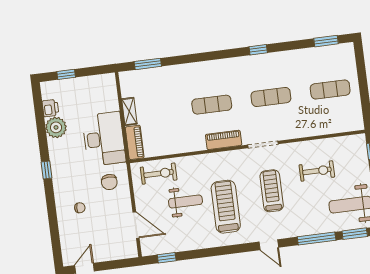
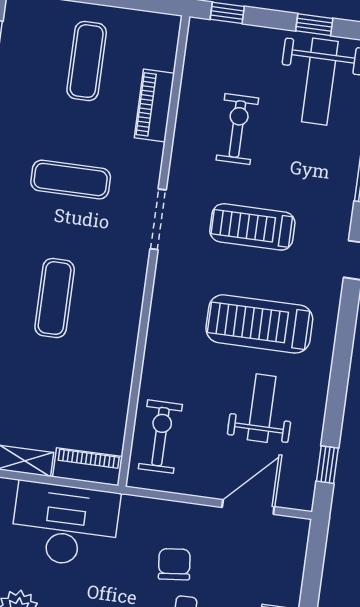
exercise mat: (271, 97) -> (71, 180), turned 90
piano: (224, 140) -> (154, 106), moved
chair: (109, 182) -> (174, 564), moved, turned -96
weight bench: (185, 201) -> (262, 408), moved

